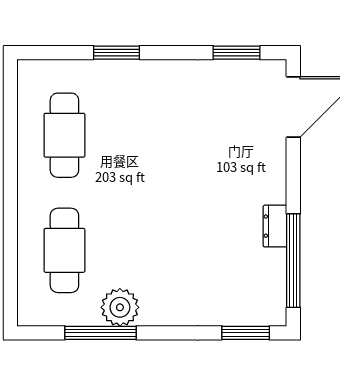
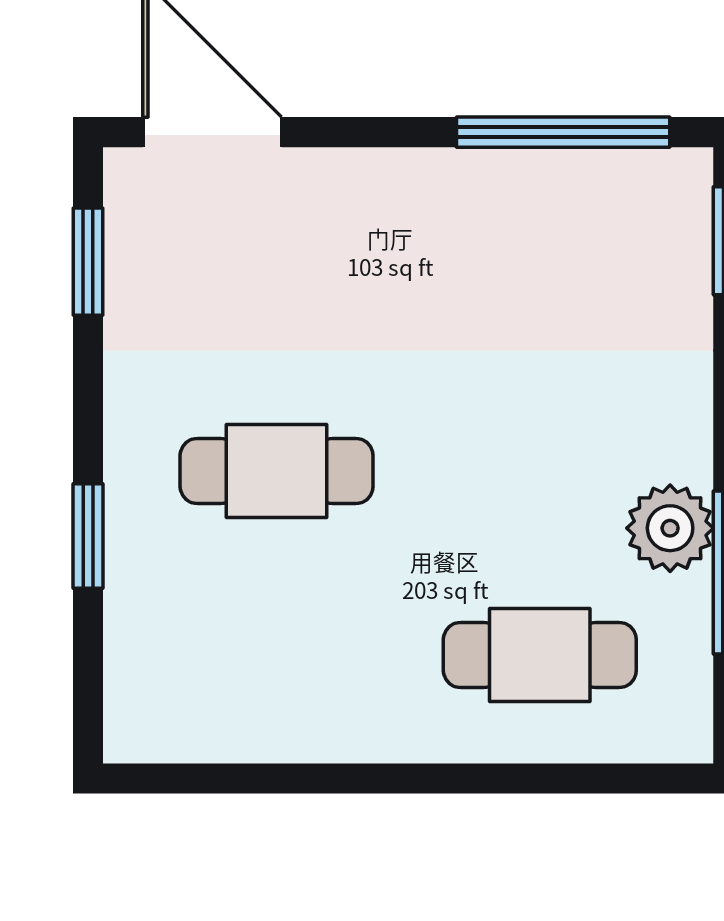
cafe table: (64, 135) -> (277, 471), moved
dresser: (275, 226) -> (484, 174), removed

